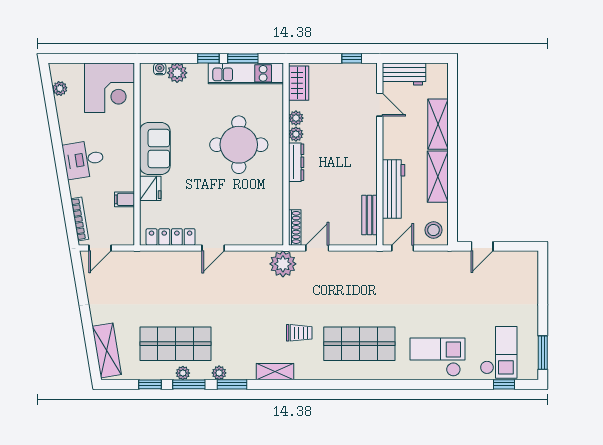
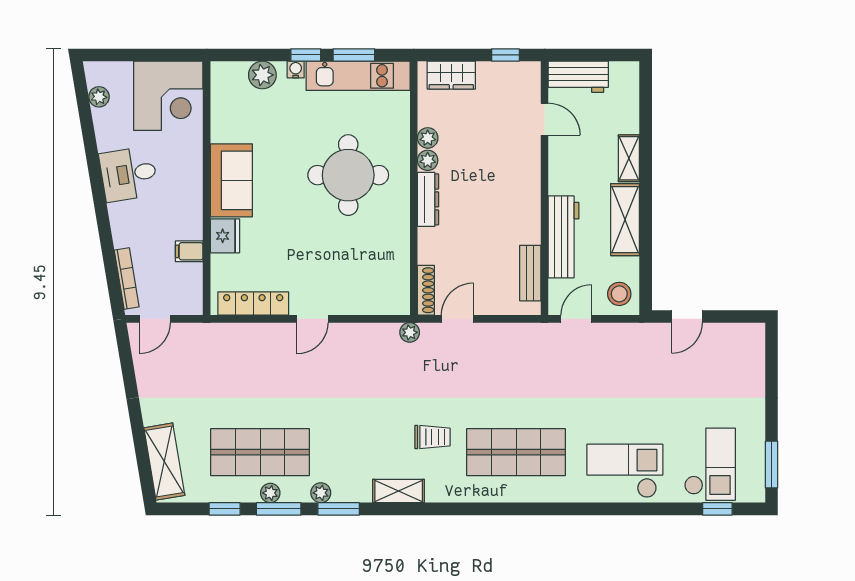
water cooler: (160, 69) -> (296, 70), moved
wardrobe: (299, 83) -> (451, 75), moved, turned 90
shelving: (438, 124) -> (629, 158), width x0.67, depth x0.75
desk: (84, 159) -> (129, 174), moved
plant: (283, 264) -> (410, 332), width x0.53, depth x0.53

